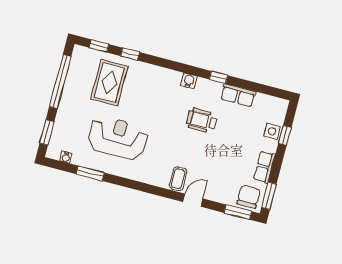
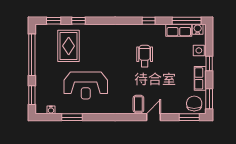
water cooler: (189, 81) -> (198, 29), moved
window: (266, 90) -> (187, 21), added
row of seats: (238, 95) -> (179, 30), moved
wheelchair: (202, 120) -> (145, 56), turned 90
window: (285, 135) -> (209, 64), moved
reception desk: (118, 138) -> (86, 85), turned 180

